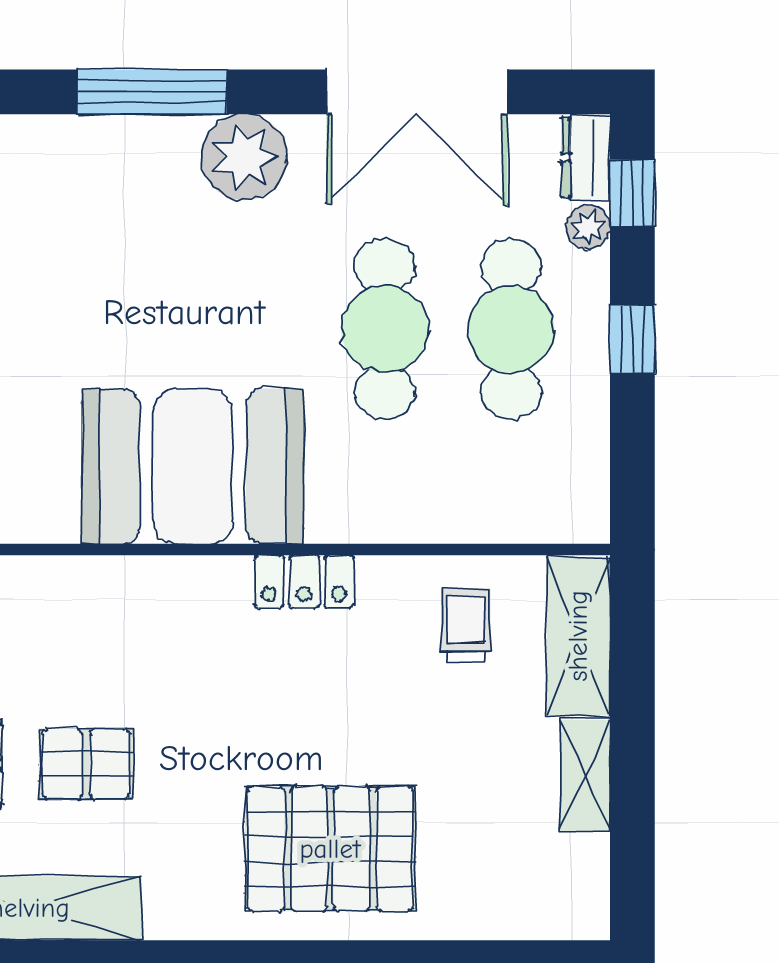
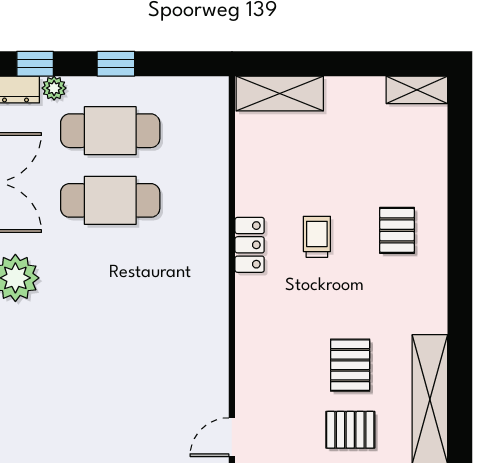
booth: (193, 466) -> (186, 306), removed
trolley: (466, 625) -> (317, 237), moved, turned 90
shelving: (585, 775) -> (417, 90), moved
pallet: (330, 849) -> (397, 230), width x0.49, depth x0.50

